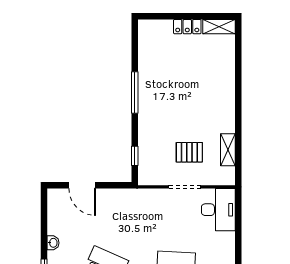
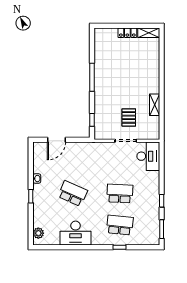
shelving: (228, 150) -> (155, 105), moved
pallet: (189, 152) -> (129, 117), turned 90
door: (82, 185) -> (57, 140), hinge flipped

